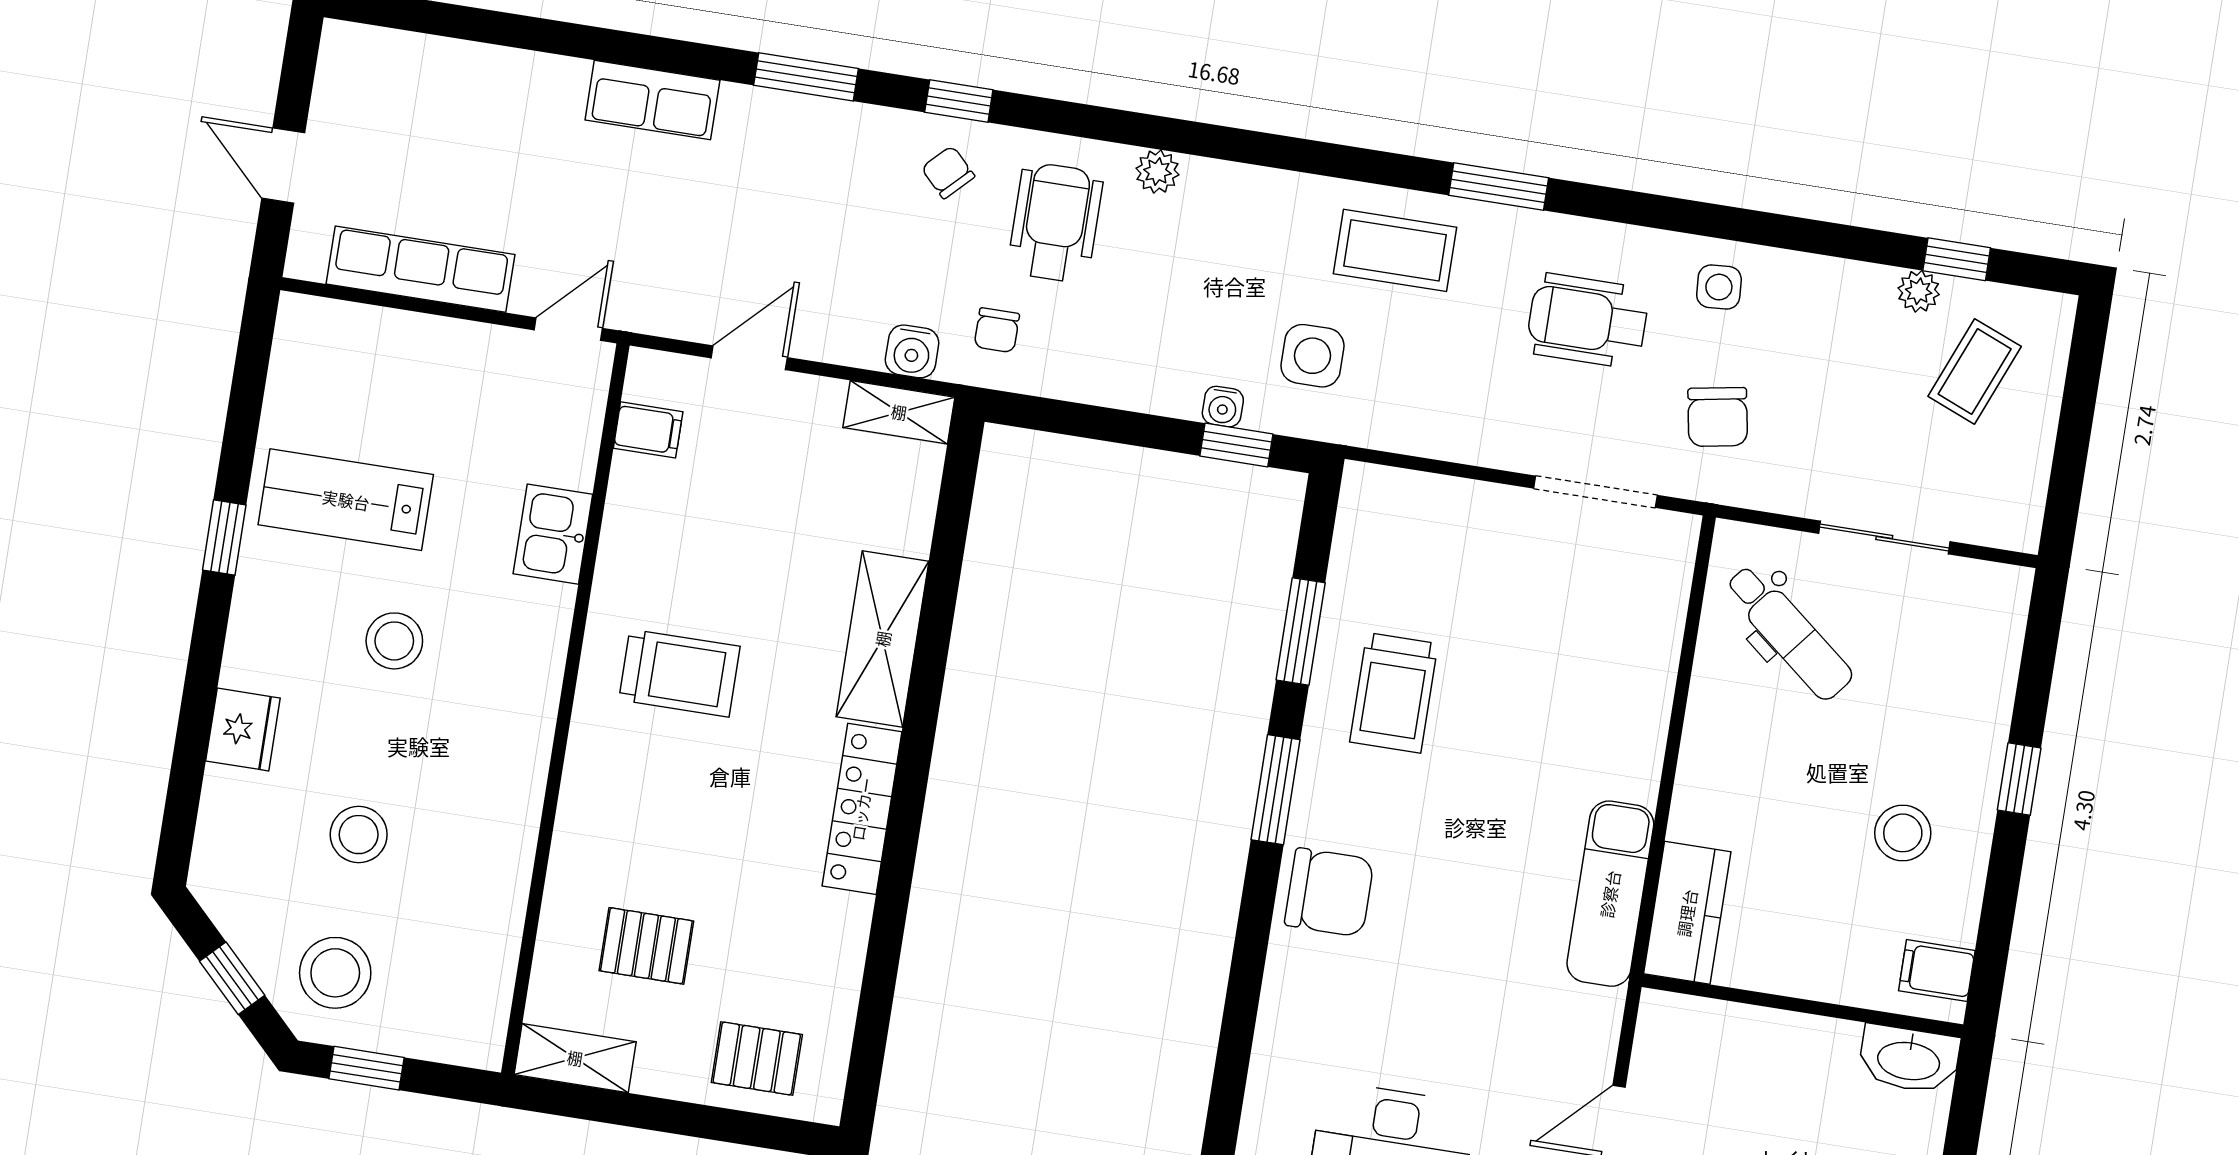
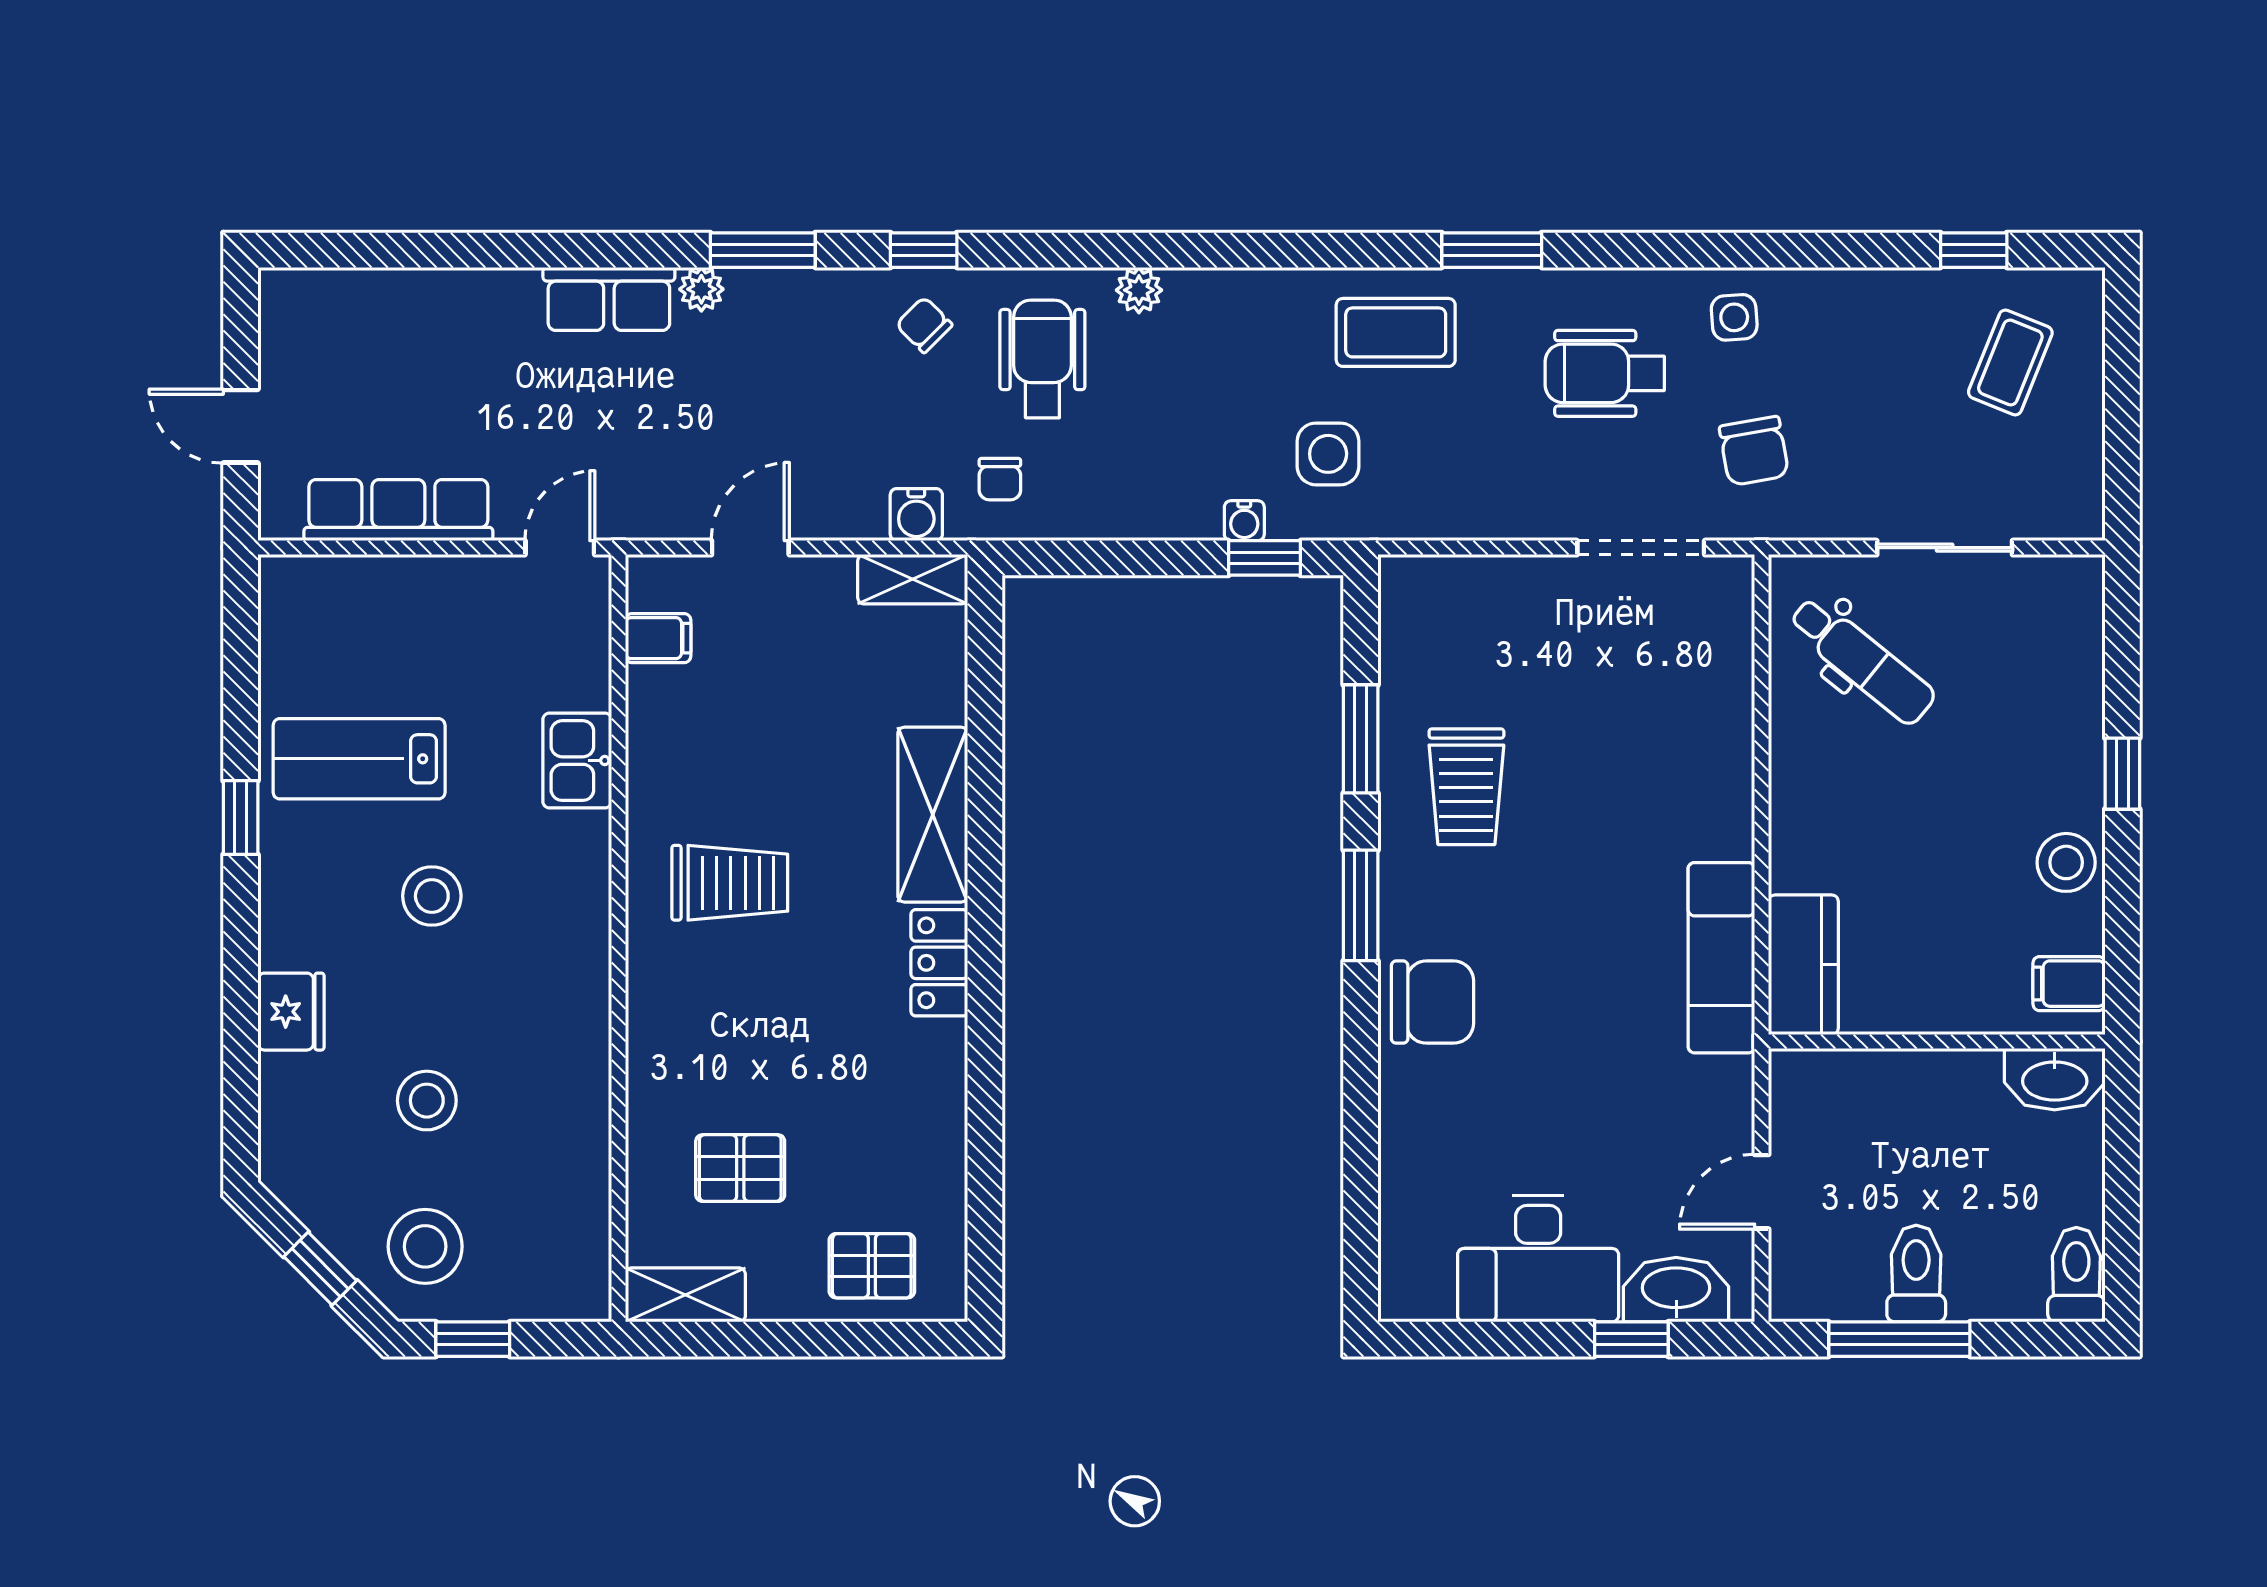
plant: (1919, 291) -> (701, 289), moved
locker: (862, 809) -> (939, 963), width x0.66
stool: (1903, 833) -> (2066, 862), moved

